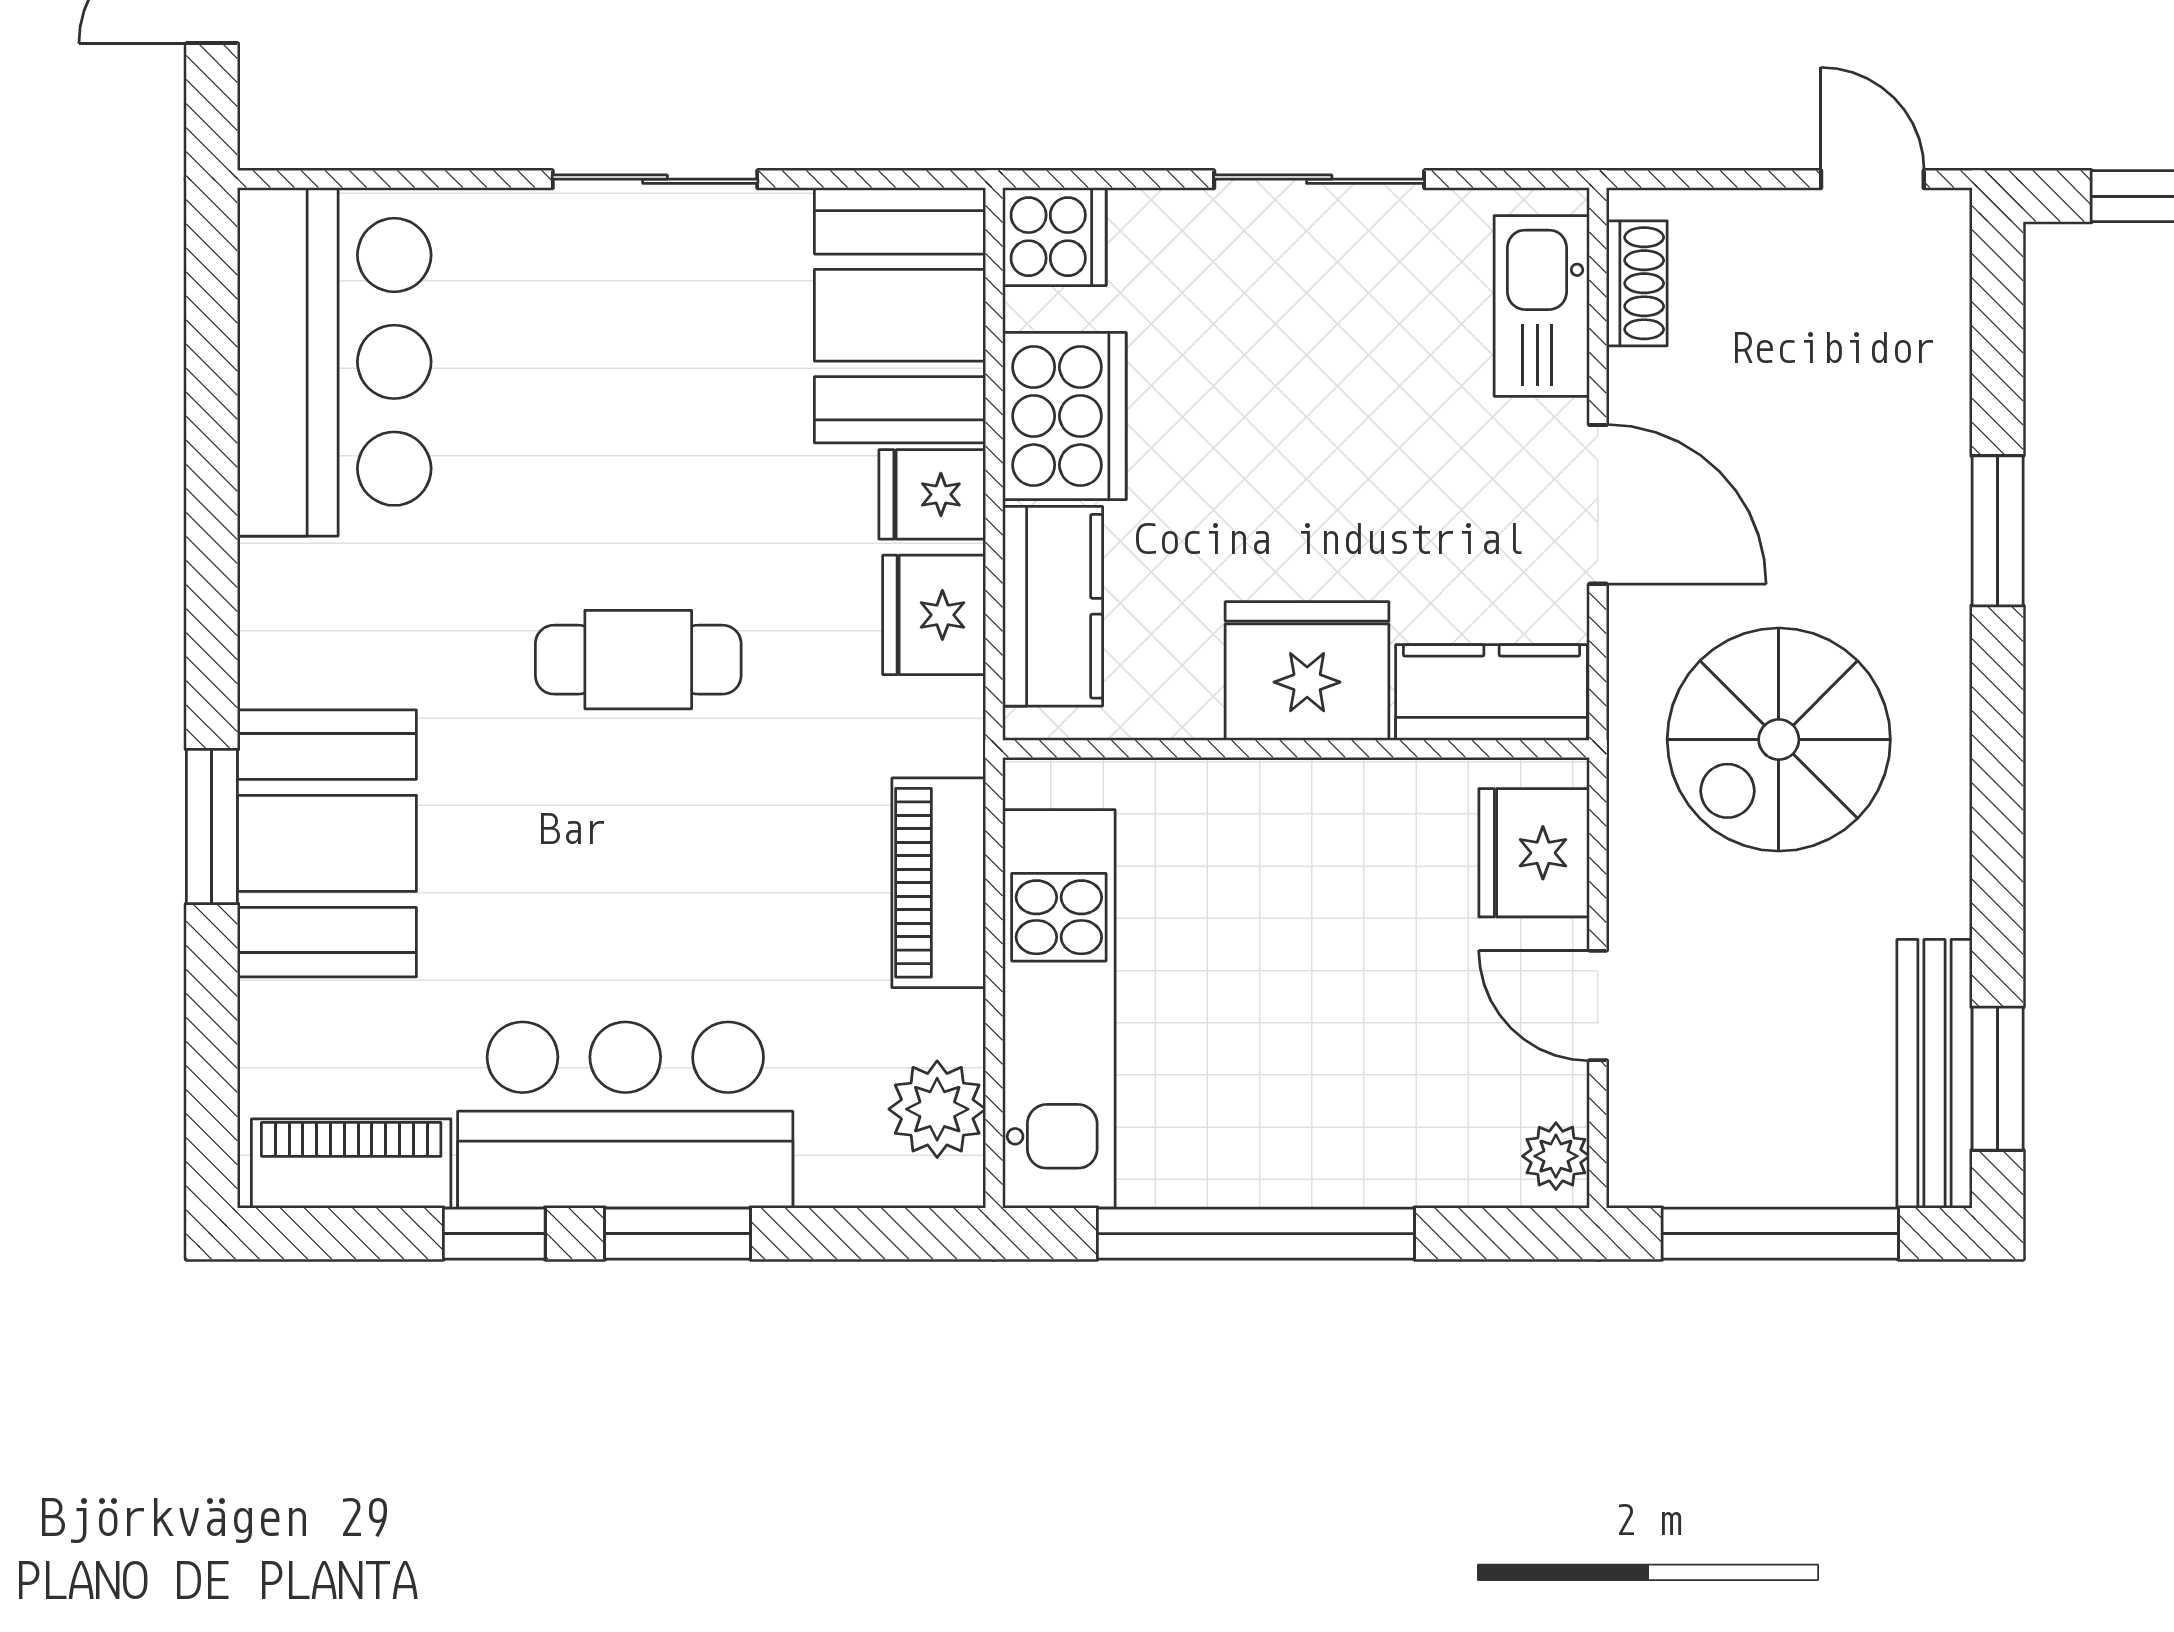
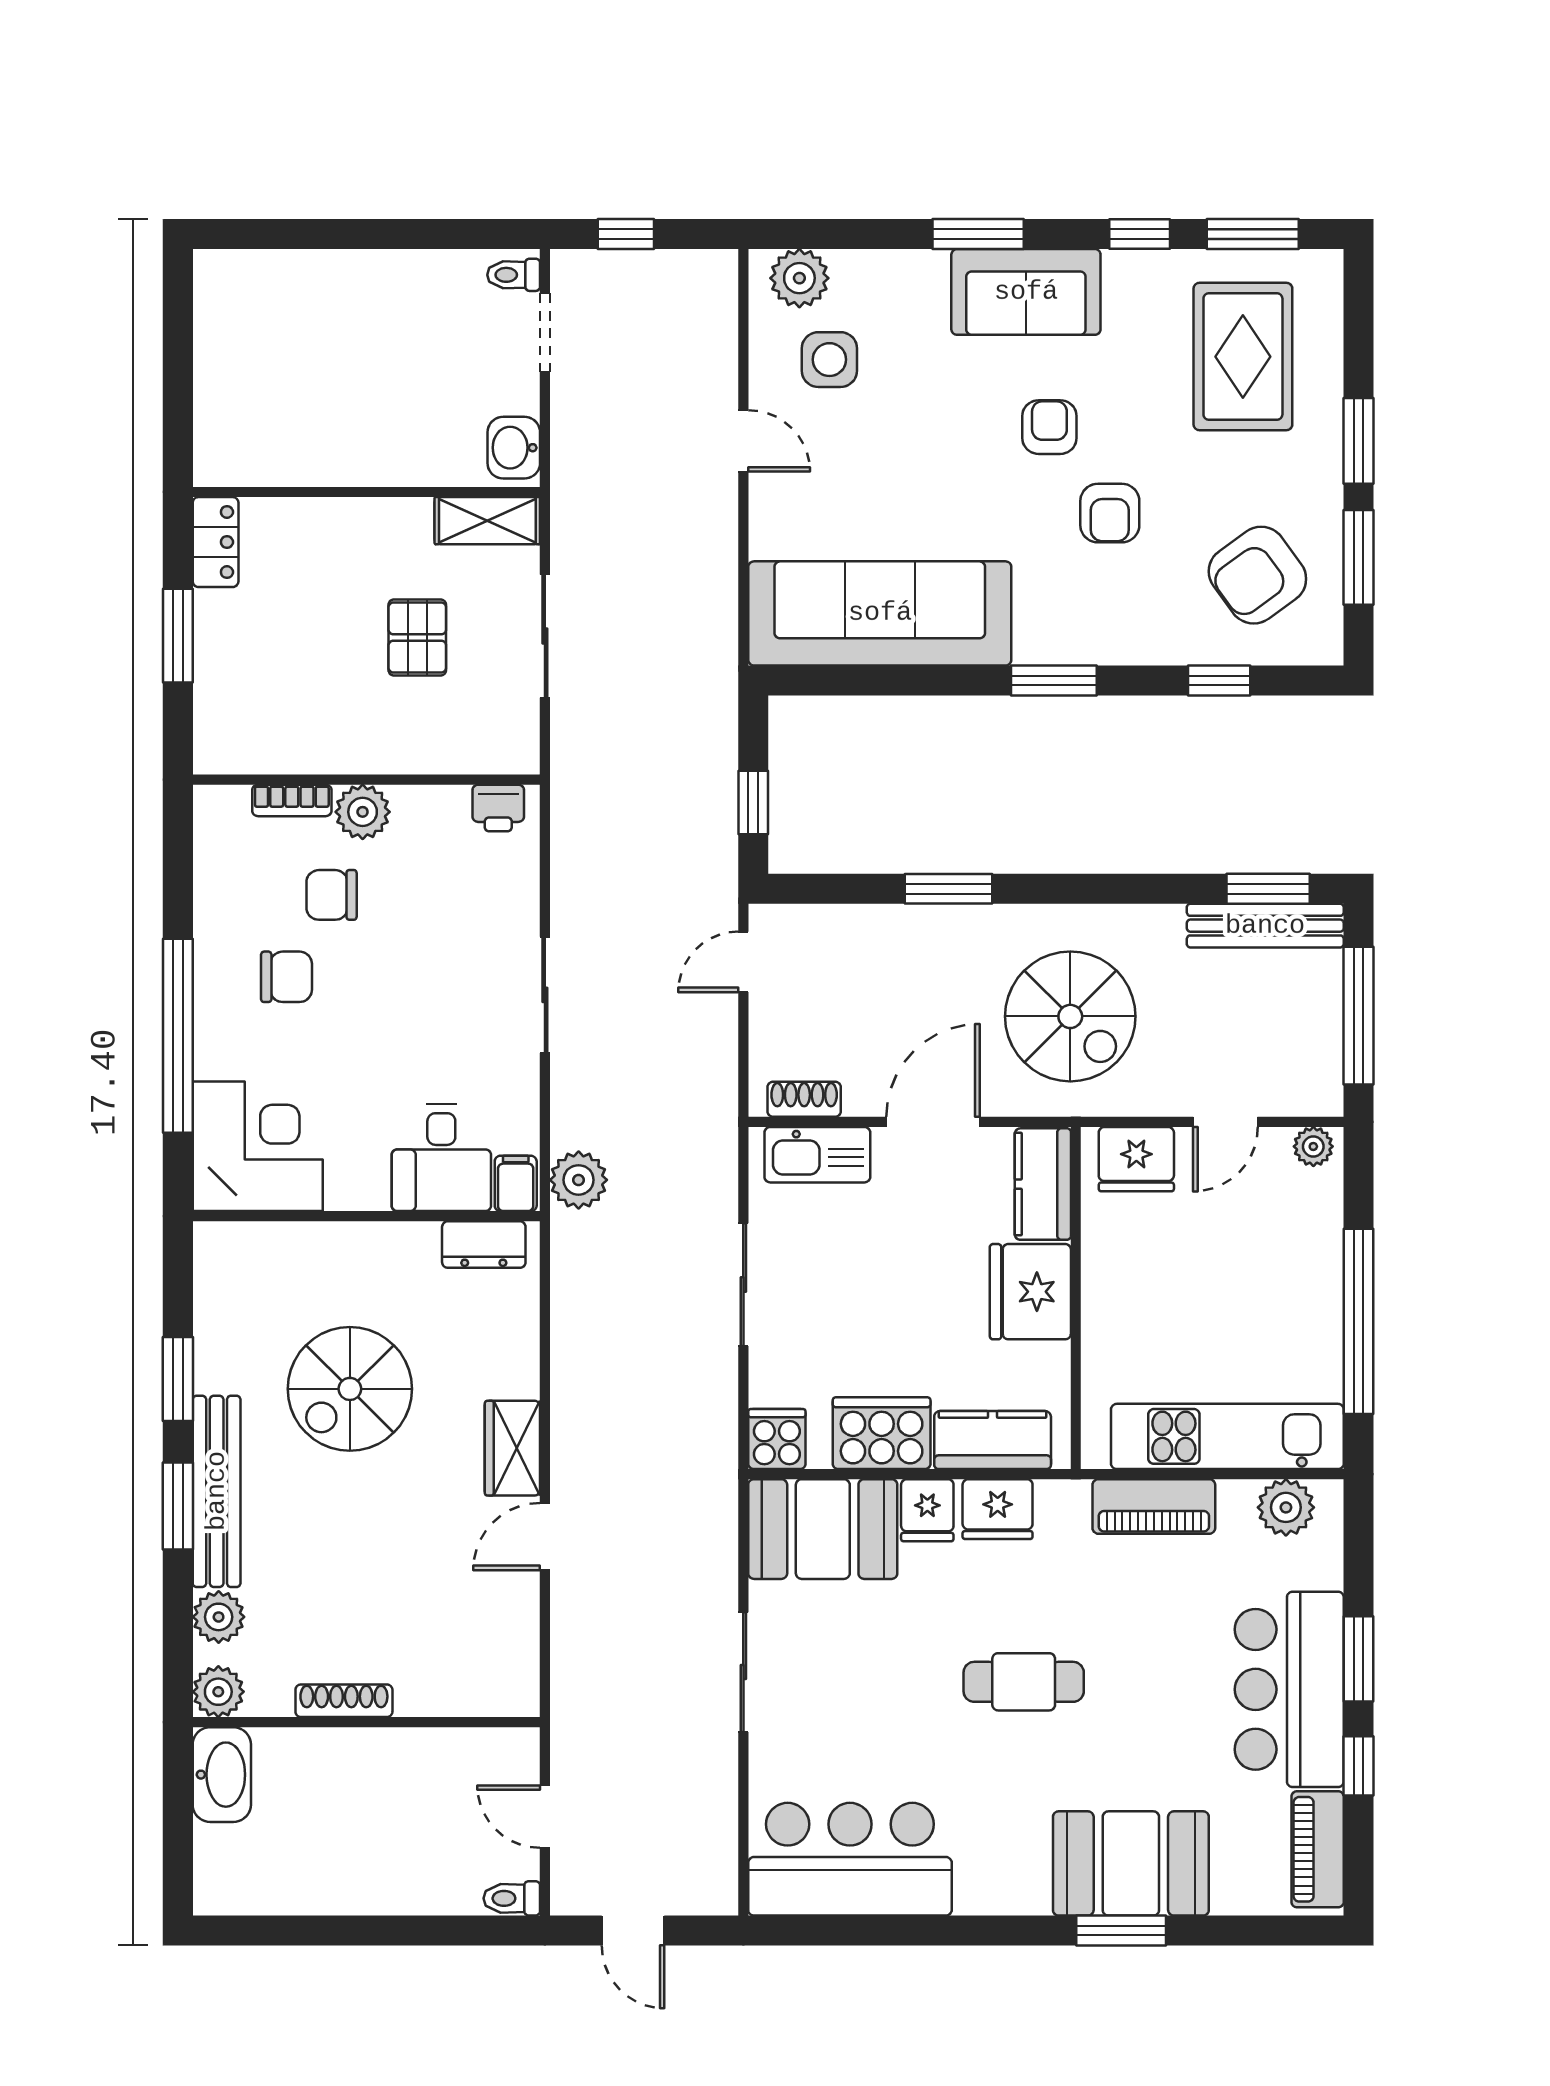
cafe table: (638, 660) -> (1024, 1682), turned 90

